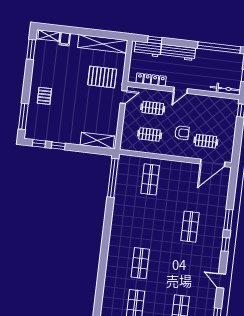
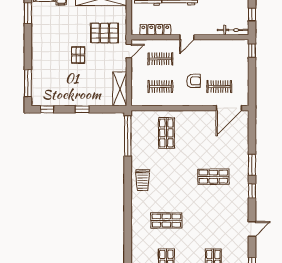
pallet: (44, 96) -> (78, 55), moved
shelving: (97, 141) -> (120, 89), moved, turned 90
window: (58, 146) -> (82, 109), moved
trolley: (122, 222) -> (143, 180), added
shop shelf: (190, 227) -> (213, 177), turned 90
shop shelf: (140, 263) -> (166, 221), turned 90
door: (221, 281) -> (252, 229), swing flipped

